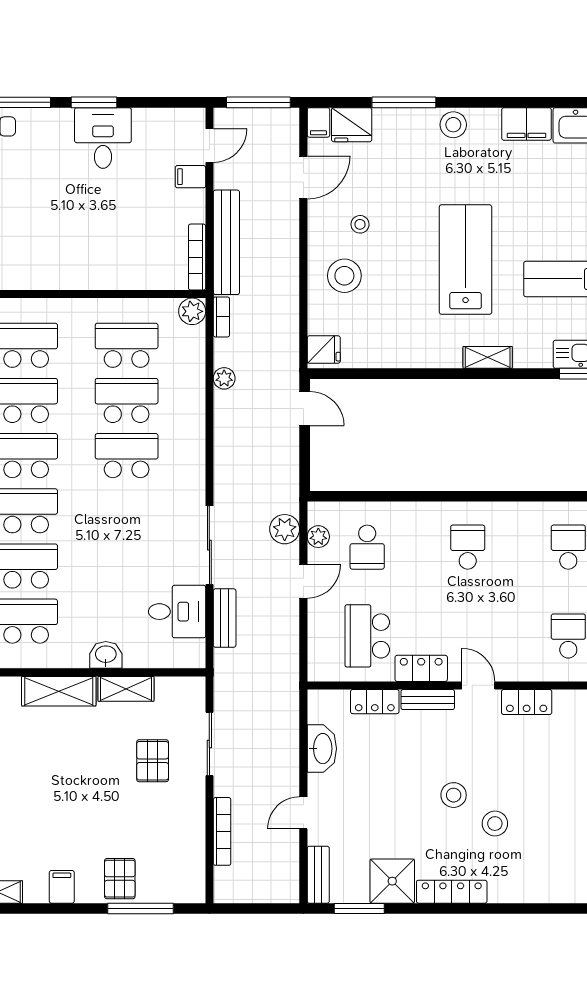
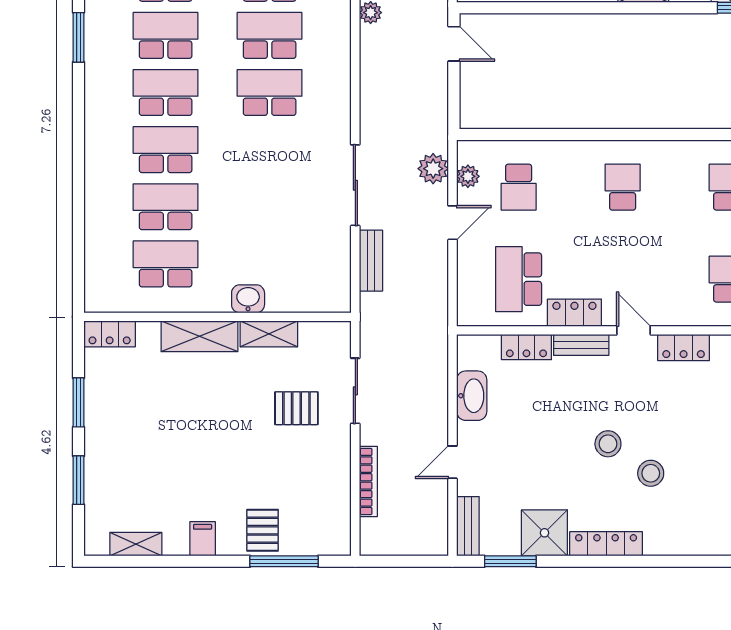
desk: (177, 612) -> (322, 254), removed
pallet: (153, 761) -> (296, 408), turned 90

